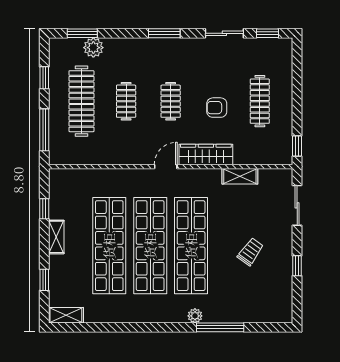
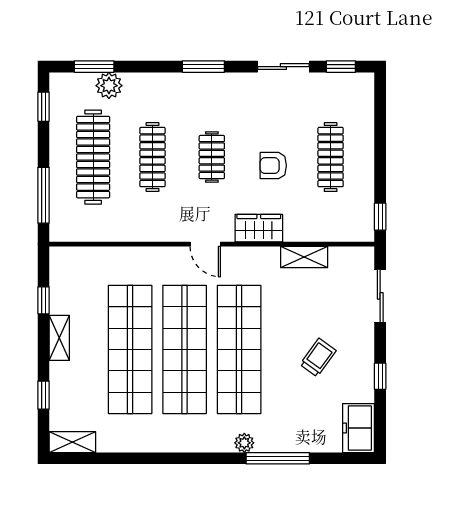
window: (44, 78) -> (43, 107), moved
clothes rail: (126, 101) -> (152, 157), width x1.36
wardrobe: (206, 154) -> (259, 228), width x0.67
door: (166, 167) -> (205, 244), swing flipped
freezer: (281, 305) -> (359, 428), added

